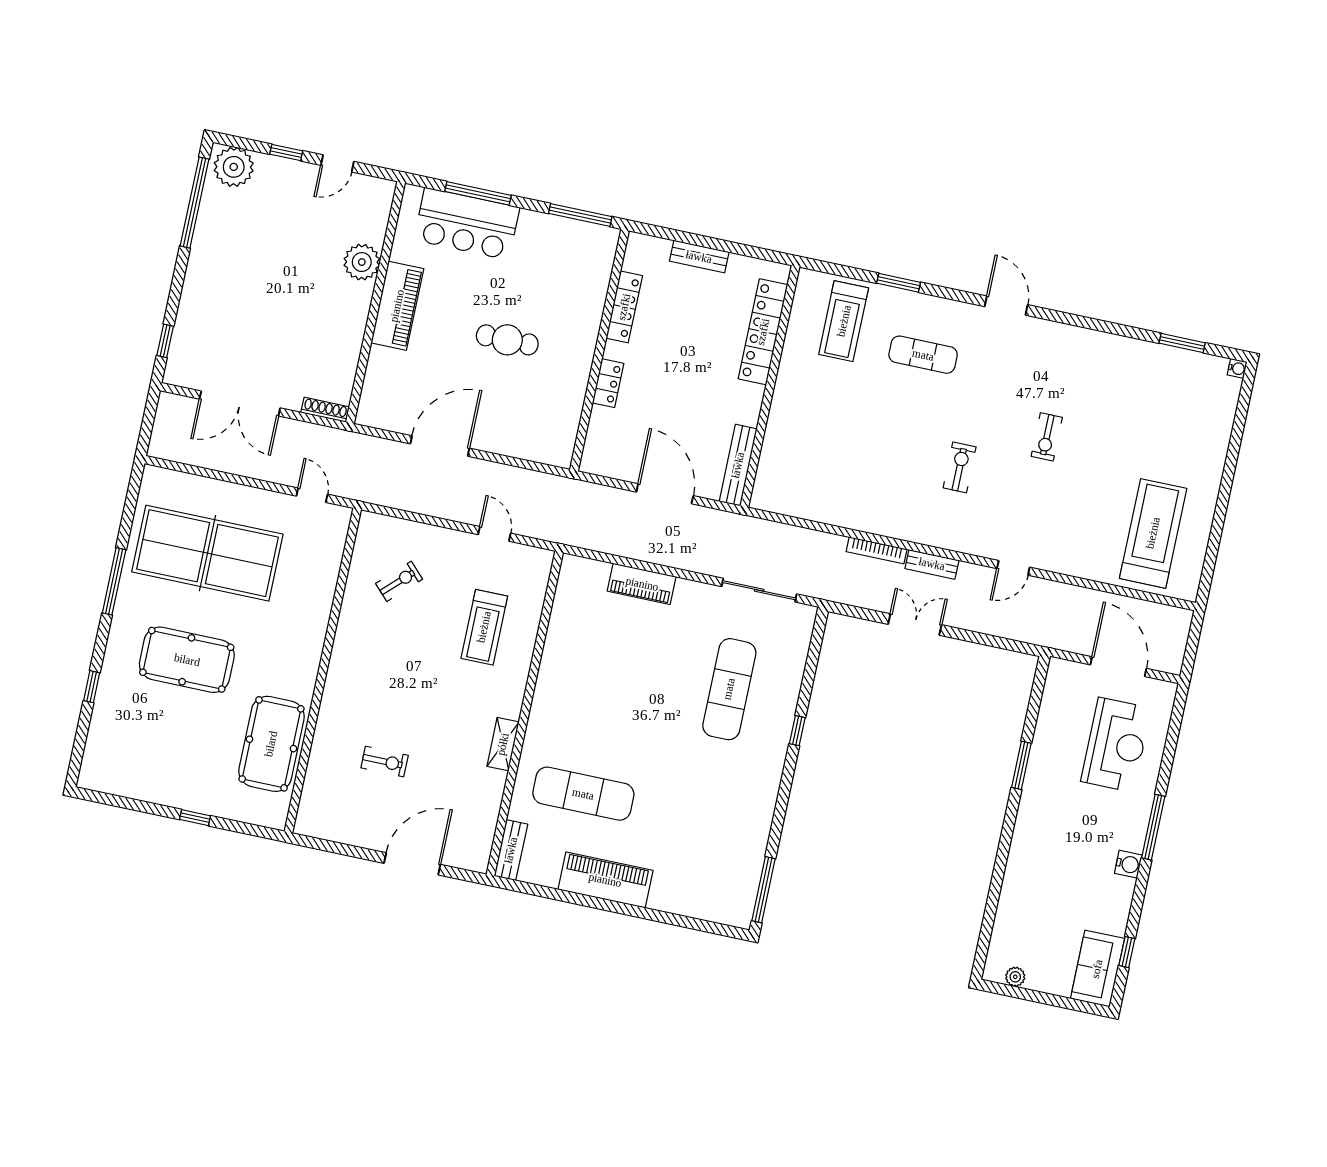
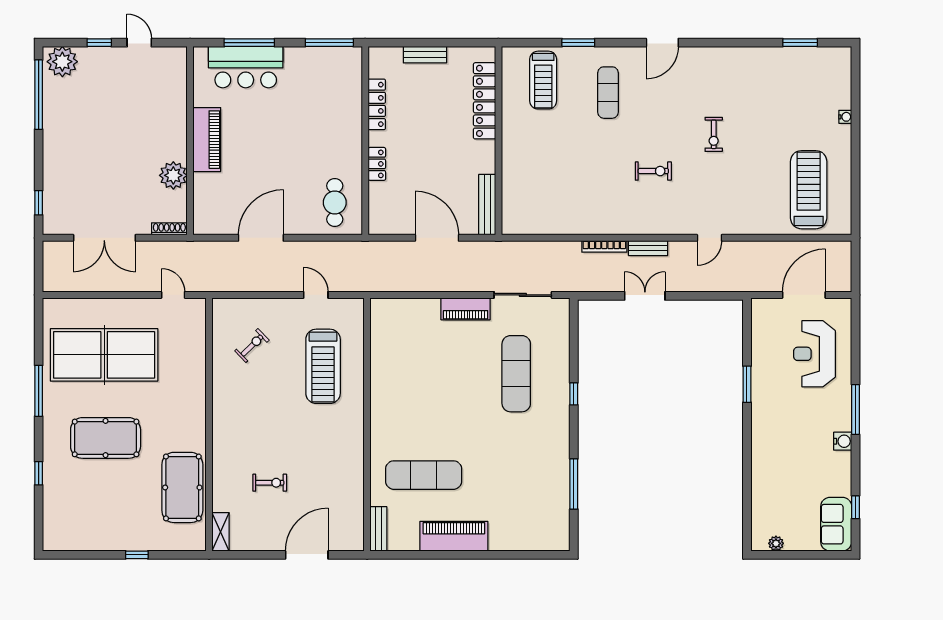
door: (337, 163) -> (139, 43), swing flipped
plant: (362, 262) -> (173, 175), moved
door: (1006, 306) -> (662, 43), swing flipped
cafe table: (507, 340) -> (335, 203), moved, turned 90
exercise mat: (923, 355) -> (608, 93), turned 90
water cooler: (1237, 368) -> (845, 117), moved
exercise bike: (960, 467) -> (653, 171), turned 90
piano: (642, 584) -> (466, 309), moved
treadmill: (484, 627) -> (323, 366), width x1.37, depth x1.38
door: (1118, 667) -> (804, 295), hinge flipped
shelving: (503, 744) -> (221, 532), moved
reception desk: (1116, 745) -> (814, 354), turned 180
window: (763, 890) -> (574, 484), moved

